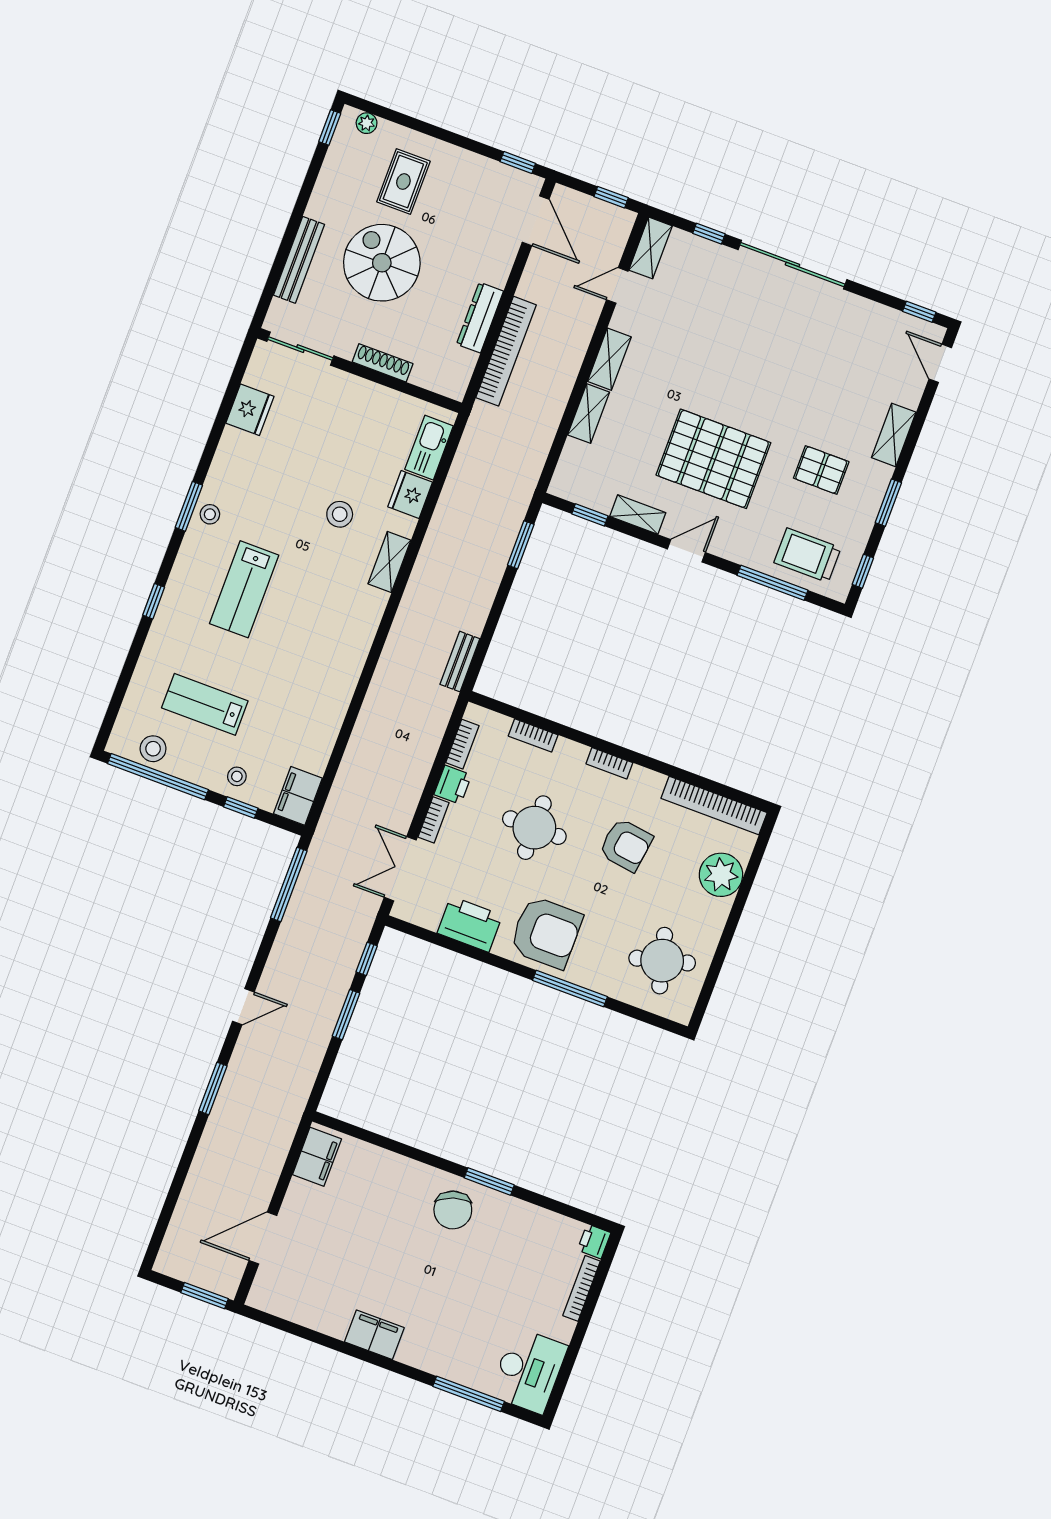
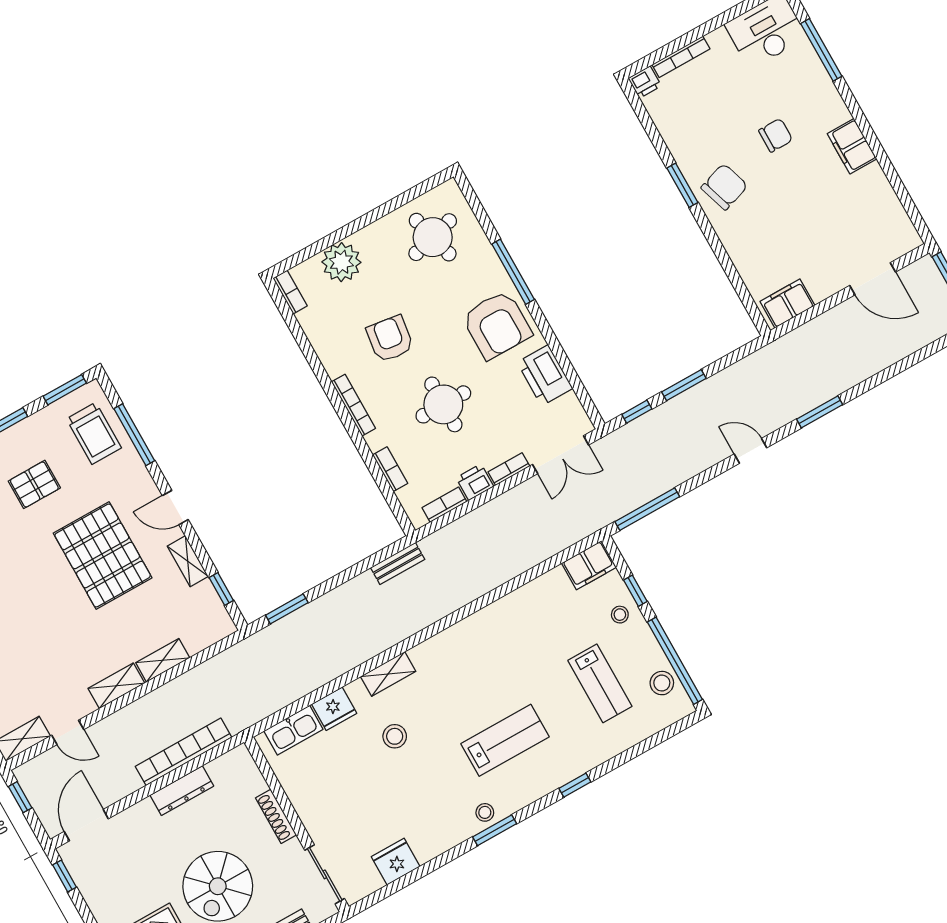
pallet: (821, 470) -> (34, 484), turned 90
window: (863, 571) -> (65, 390), width x1.50
bookcase: (609, 763) -> (353, 405), width x1.56
bookcase: (714, 806) -> (290, 292), width x0.43, depth x0.76
armchair: (546, 932) -> (497, 325), turned 180
chair: (446, 1290) -> (776, 135), added

